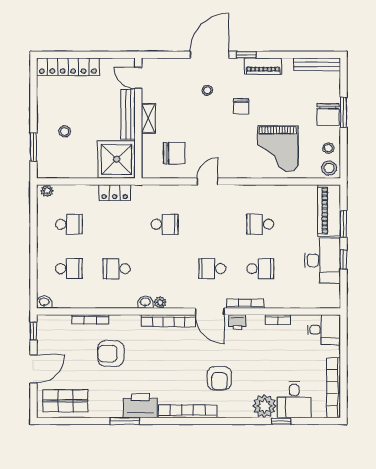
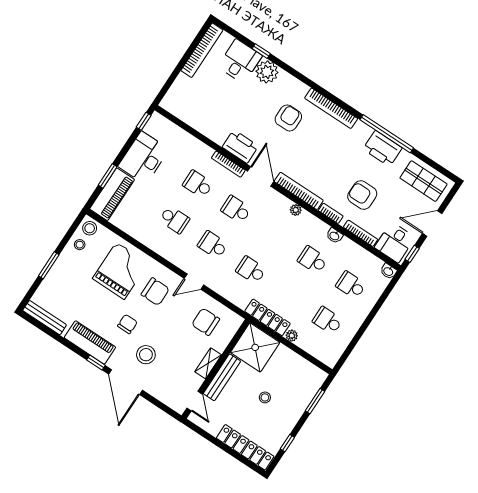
door: (209, 55) -> (125, 382), hinge flipped
piano: (263, 66) -> (90, 342), width x1.37, depth x1.33
stool: (207, 90) -> (146, 355), width x1.89, depth x1.89
window: (33, 94) -> (287, 443), added
chair: (328, 114) -> (155, 292), moved, turned 90
stool: (65, 131) -> (265, 397), moved
plant: (47, 191) -> (292, 336), moved
locker: (115, 193) -> (268, 317), width x1.53
school desk: (212, 224) -> (213, 245), added
window: (343, 260) -> (144, 121), moved
school desk: (117, 269) -> (313, 260), turned 180
school desk: (212, 269) -> (236, 209), turned 180
washbasin: (145, 302) -> (334, 236), moved
bookcase: (278, 320) -> (331, 213), moved
printer: (237, 322) -> (240, 147), width x1.87, depth x1.48
desk: (324, 330) -> (395, 242), moved, turned -90
armchair: (111, 354) -> (362, 195), turned 180
printer: (140, 406) -> (382, 149), moved
window: (124, 421) -> (387, 134), width x2.11

